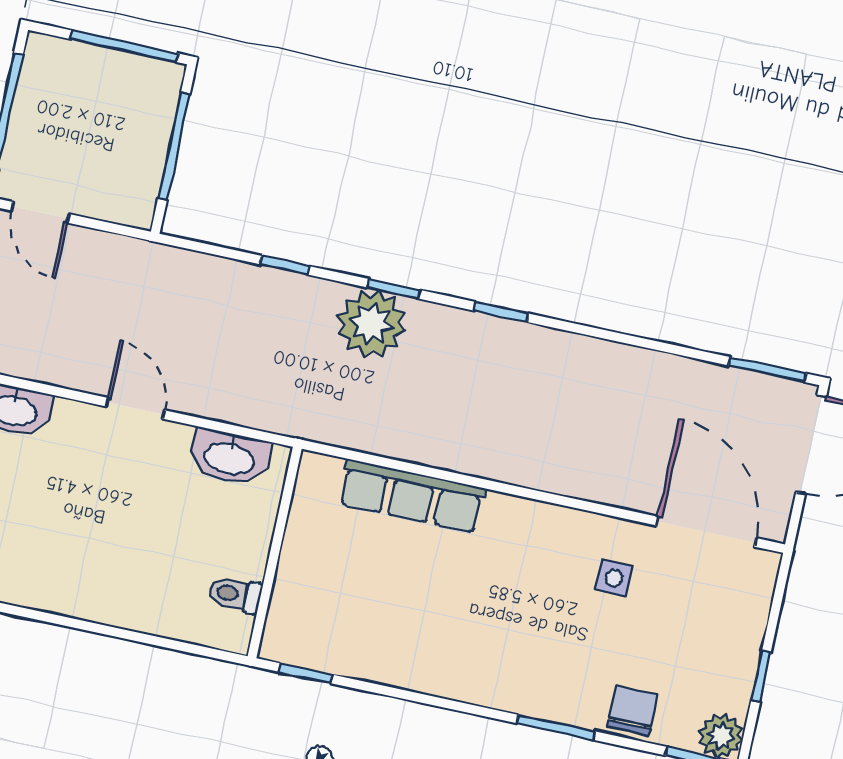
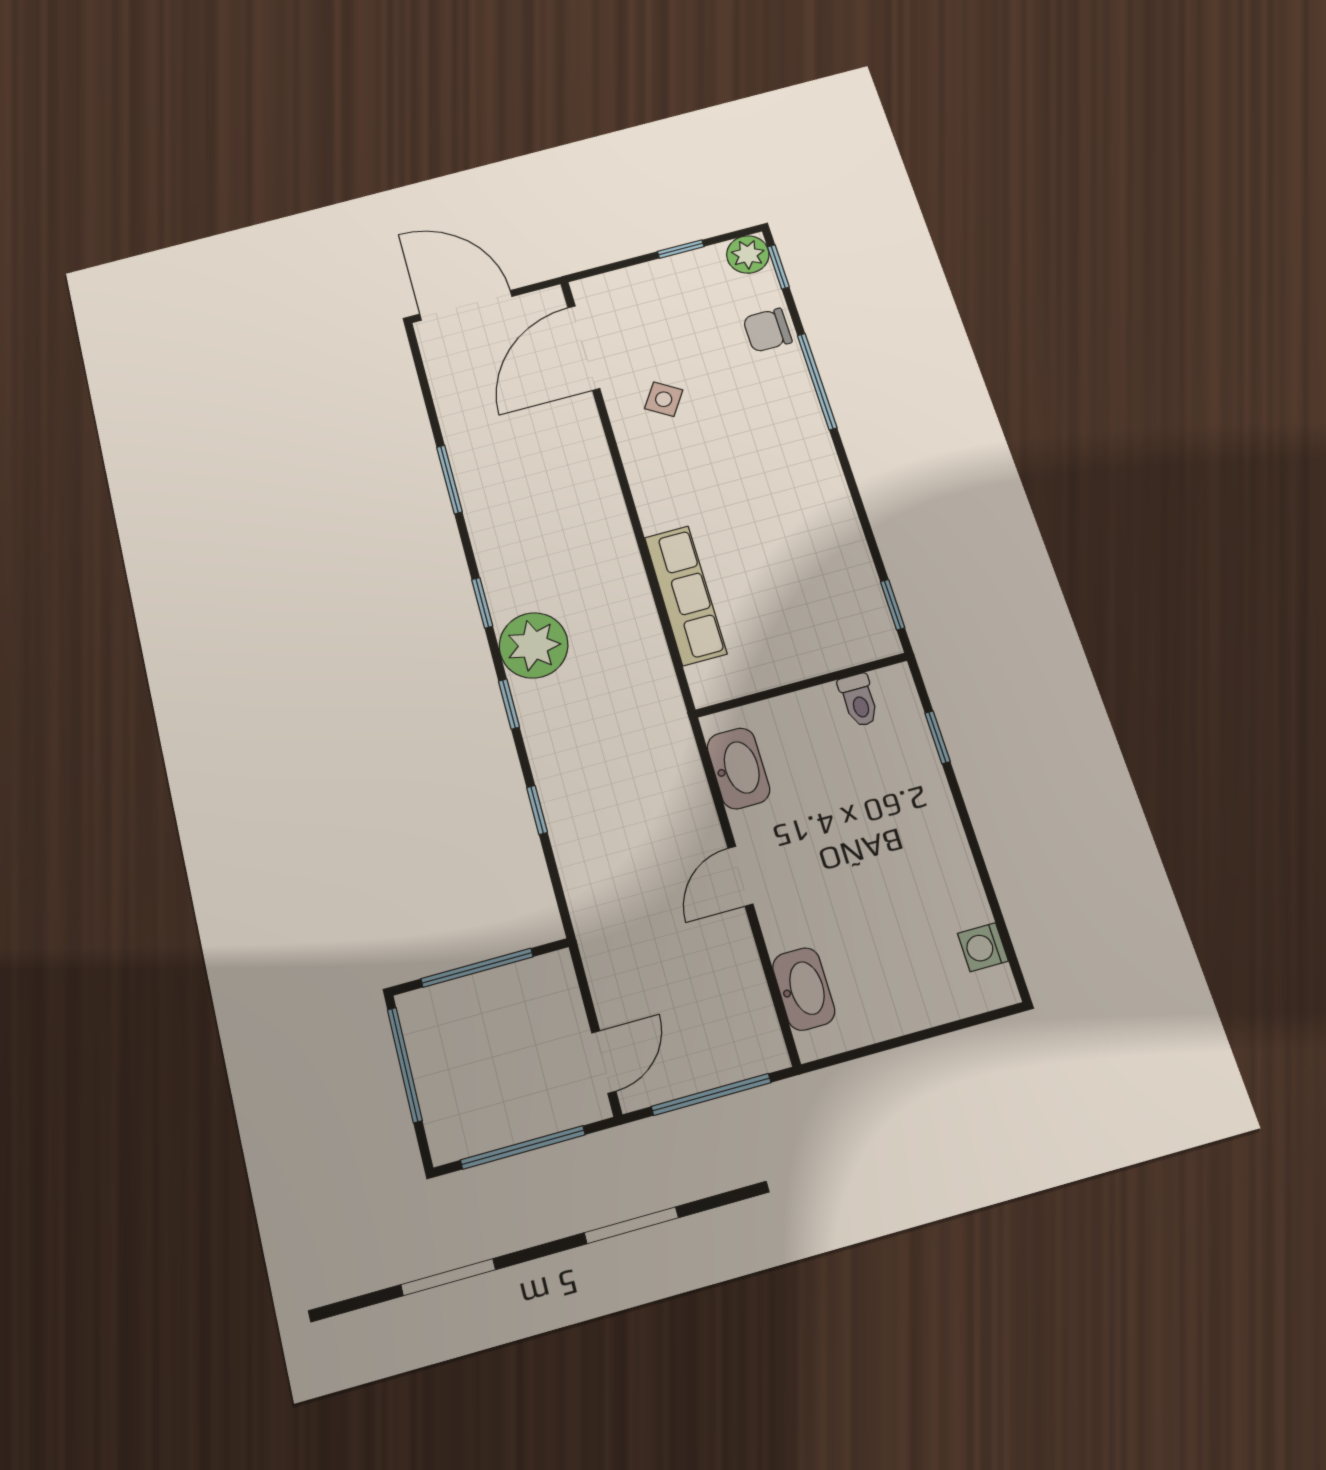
plant: (371, 323) -> (534, 645), moved
window: (767, 370) -> (450, 479), moved
side table: (614, 578) -> (664, 399), turned 33
window: (166, 643) -> (938, 737), added
window: (556, 727) -> (817, 381), width x1.44

